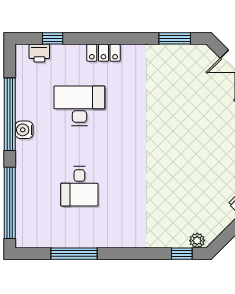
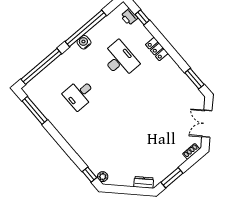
window: (74, 254) -> (35, 110), moved

